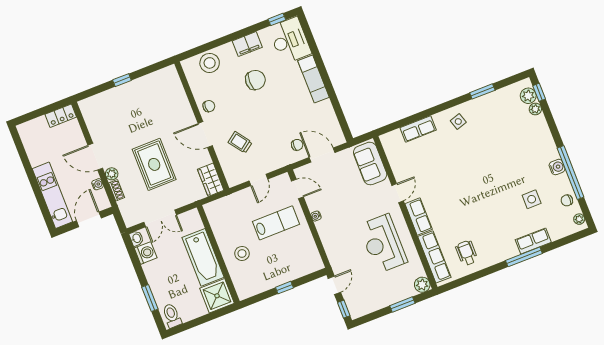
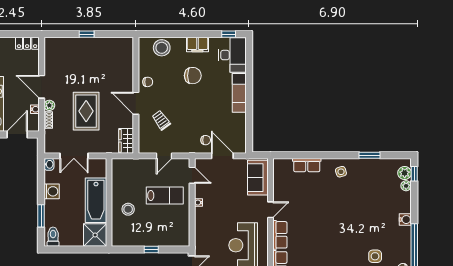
water cooler: (557, 167) -> (405, 220), moved
washing machine: (146, 253) -> (52, 191), moved

